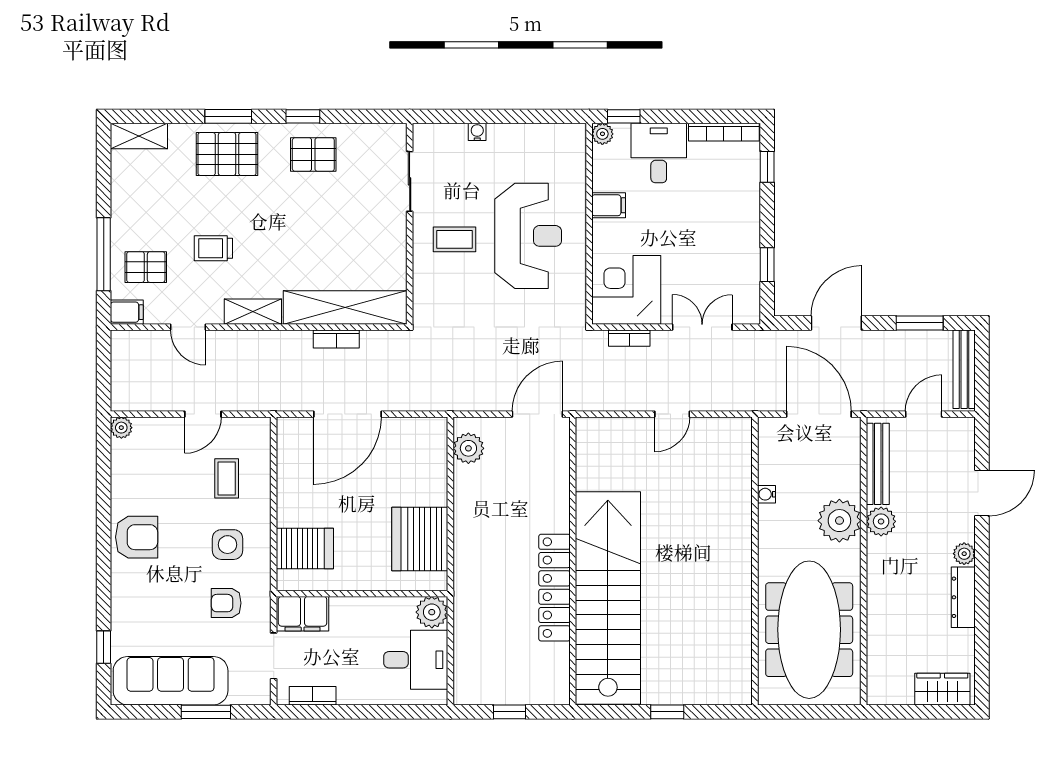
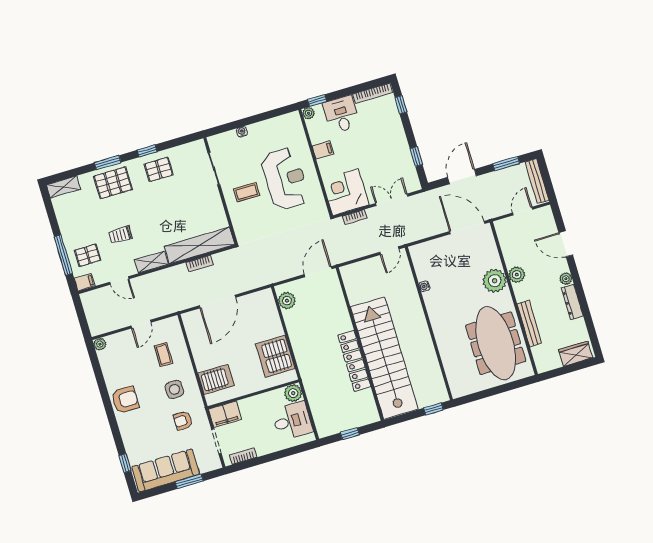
bench: (878, 464) -> (529, 323), moved
door: (982, 493) -> (566, 244), swing flipped
water cooler: (766, 494) -> (425, 286), moved
wall: (755, 561) -> (429, 323), moved

